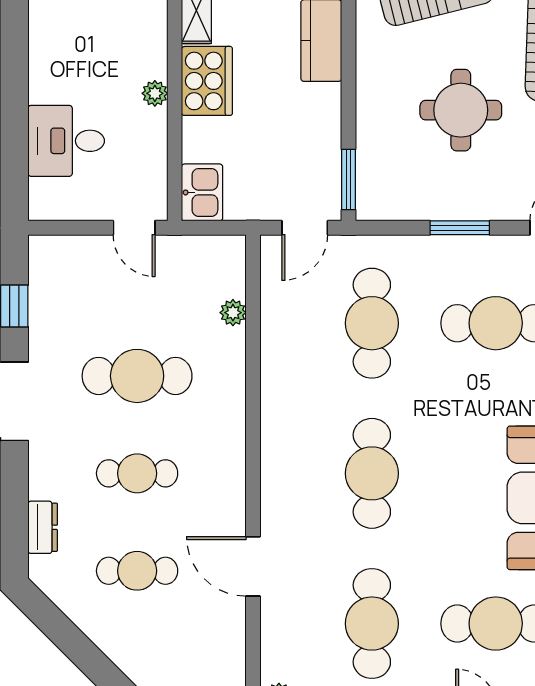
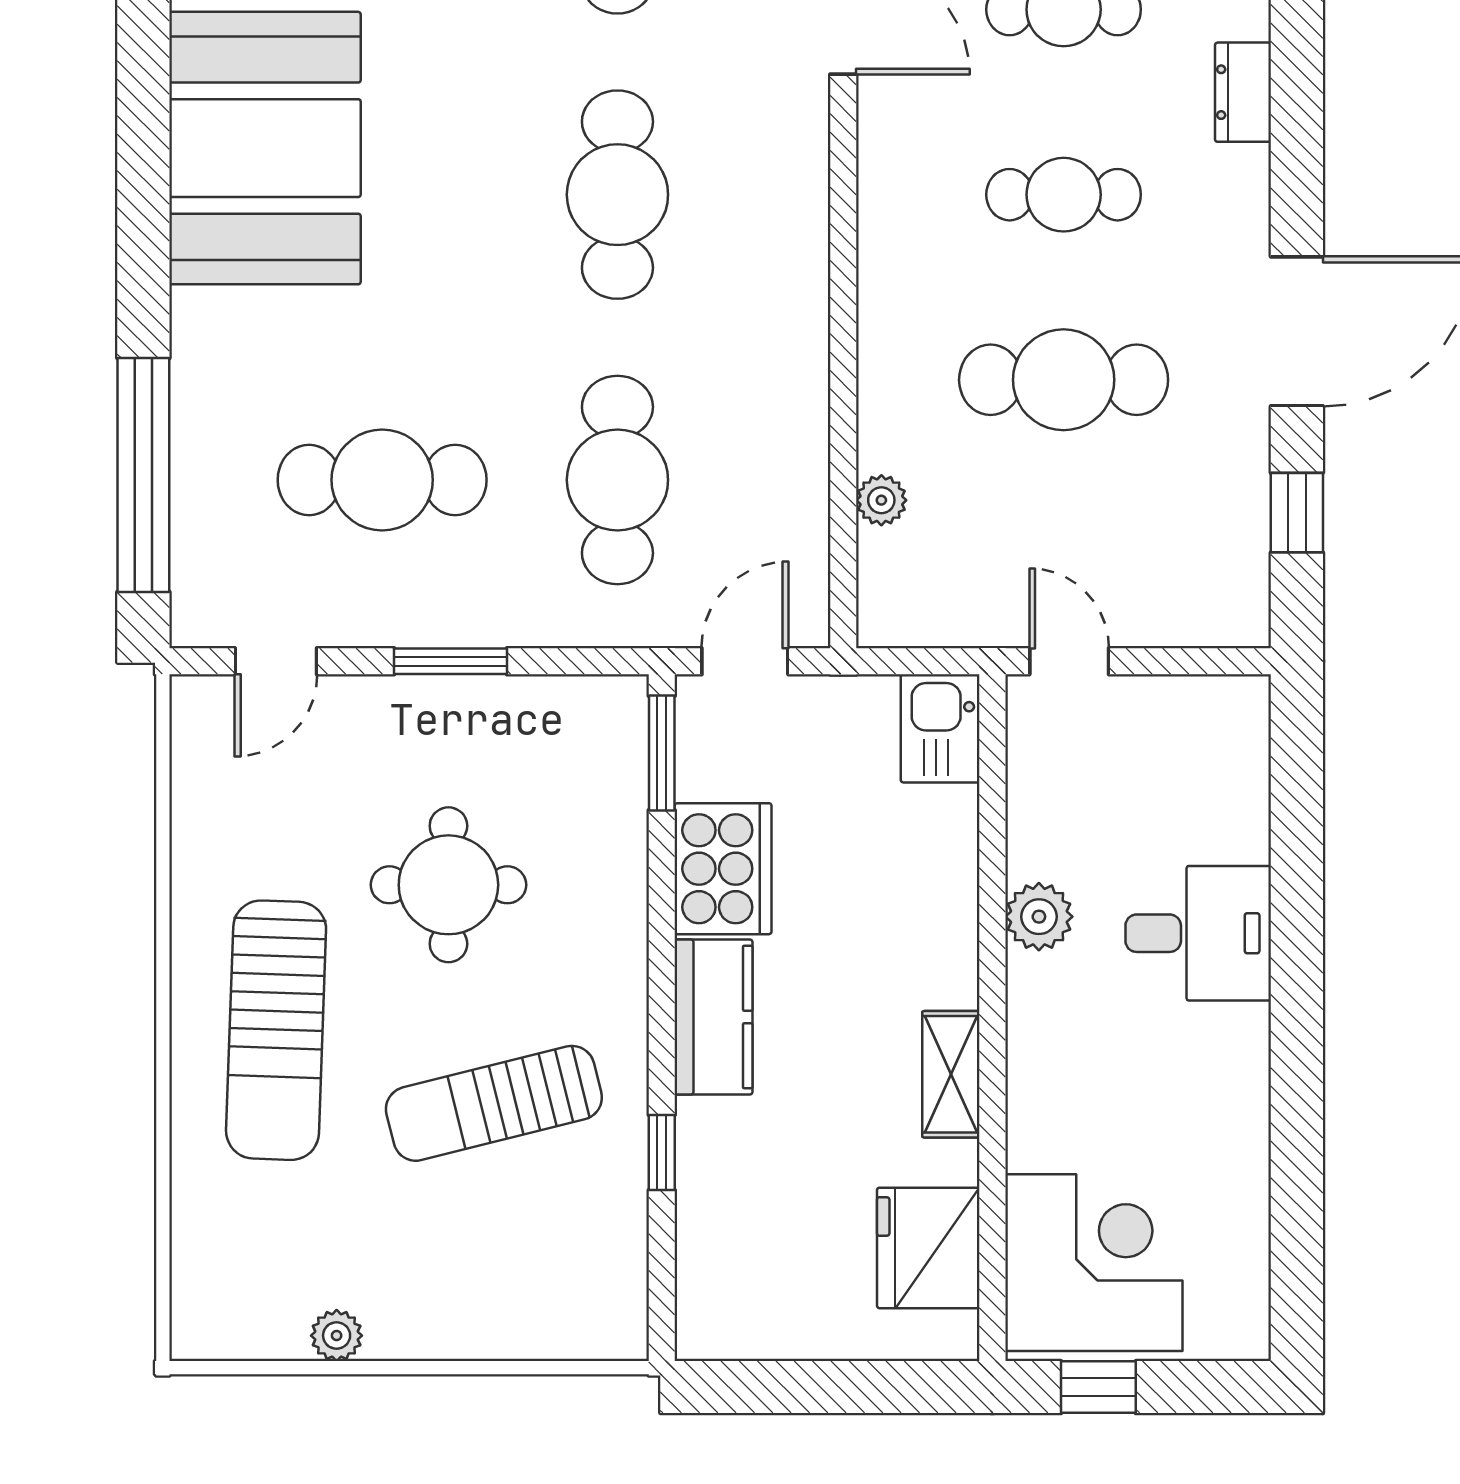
cooker: (207, 81) -> (723, 869), moved, turned 180
plant: (155, 93) -> (1039, 917), width x1.38, depth x1.38
desk: (66, 141) -> (1198, 933), moved

